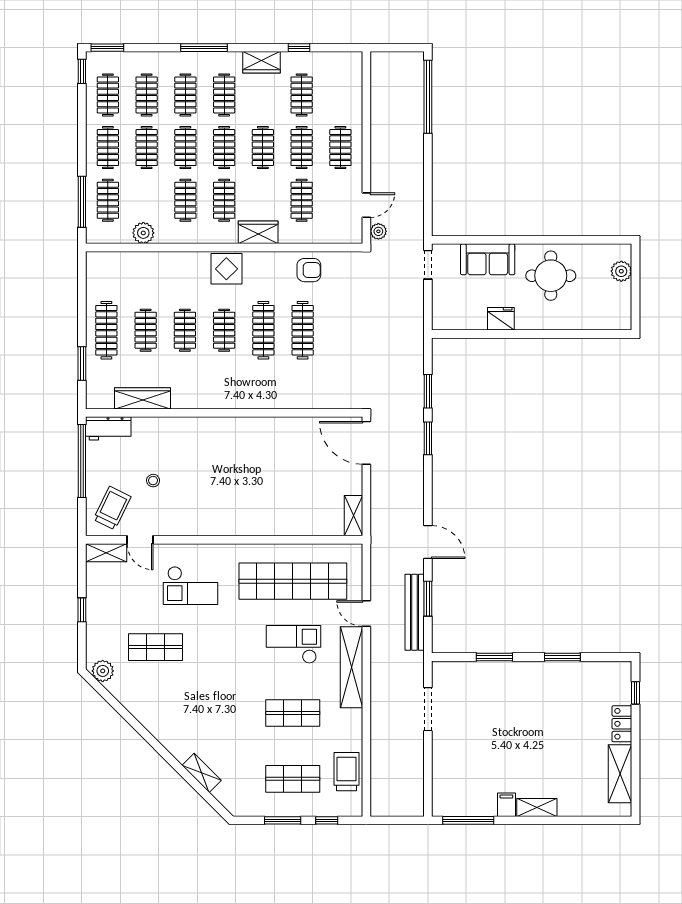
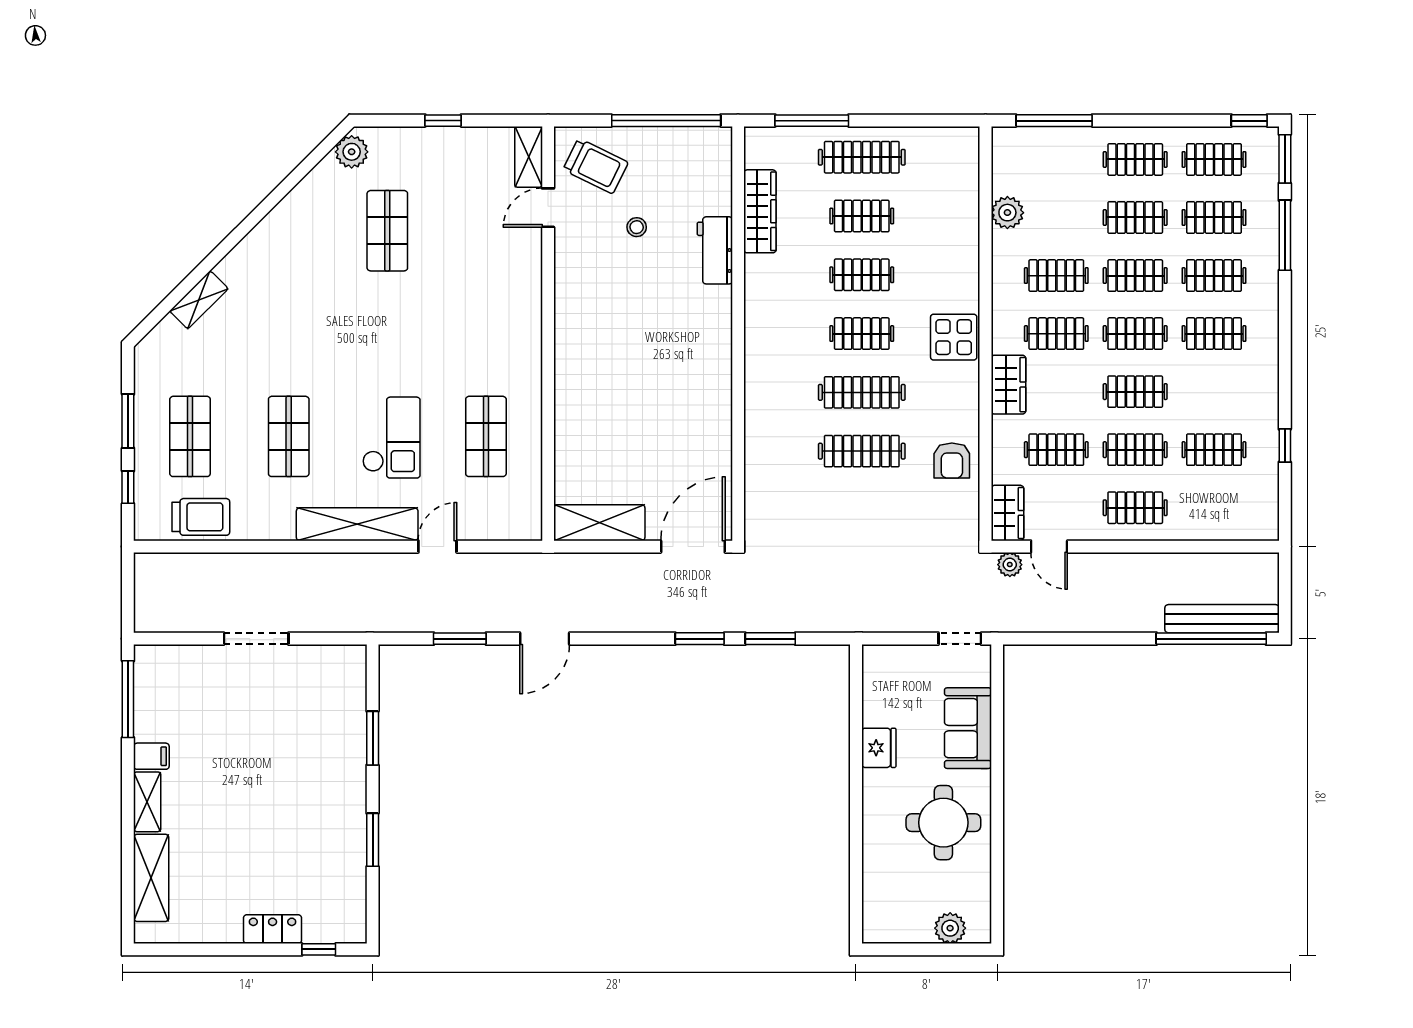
window: (204, 48) -> (1285, 235), moved
wardrobe: (262, 62) -> (1007, 513), moved, turned 180
clothes rail: (108, 200) -> (1056, 159), removed
window: (82, 364) -> (812, 121), width x1.44
workbench: (108, 428) -> (715, 250), moved
shelving: (353, 515) -> (600, 523), width x1.50, depth x1.33
shop shelf: (293, 581) -> (486, 436), width x0.50, depth x0.74
checkout: (190, 586) -> (480, 283), removed
bench: (415, 612) -> (1222, 619), moved
doorway: (428, 709) -> (256, 639), moved
shelving: (620, 774) -> (151, 878), moved, turned 90

